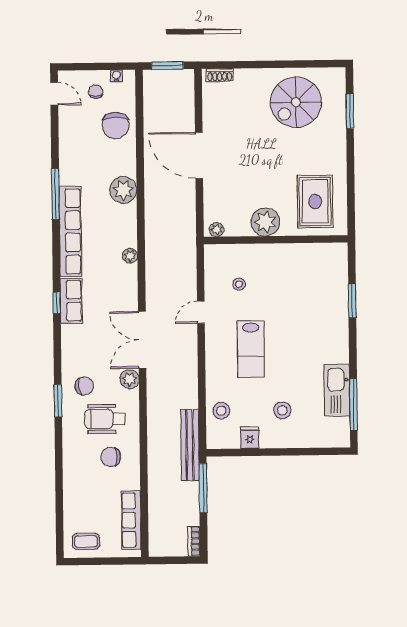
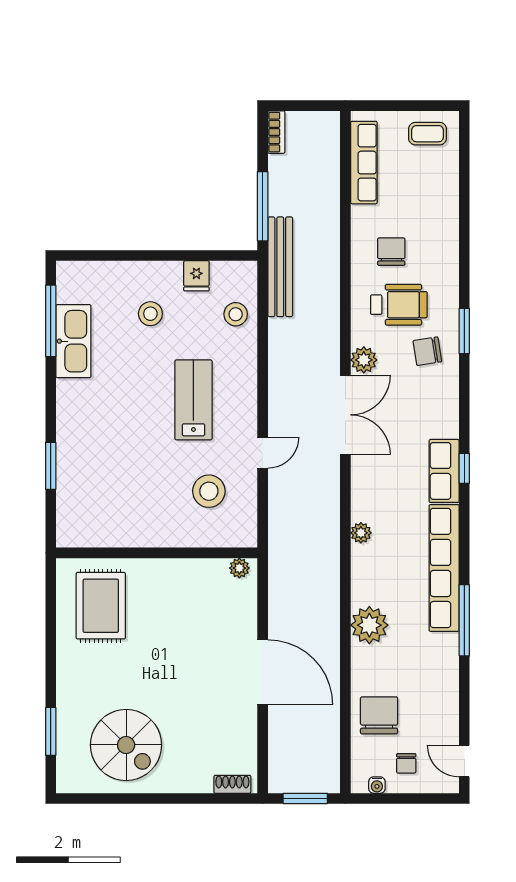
spiral stairs: (296, 102) -> (126, 745), turned 90
plant: (265, 222) -> (171, 578), removed
stool: (239, 284) -> (209, 491), width x1.89, depth x1.89
chair: (111, 457) -> (391, 252), turned -90

